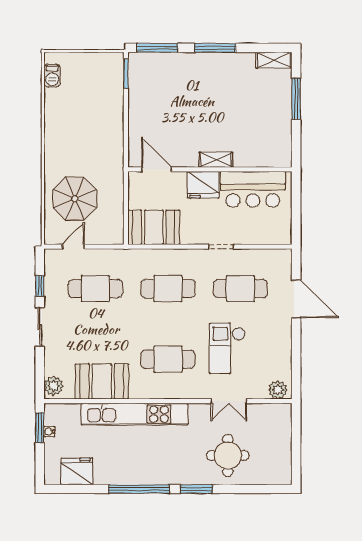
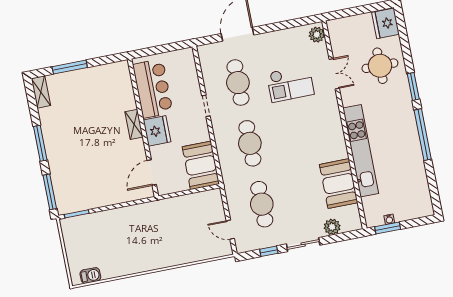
parasol: (75, 199) -> (190, 236), removed
cafe table: (168, 359) -> (309, 132), removed
plant: (54, 386) -> (332, 227), moved
fridge: (77, 471) -> (385, 23), moved

